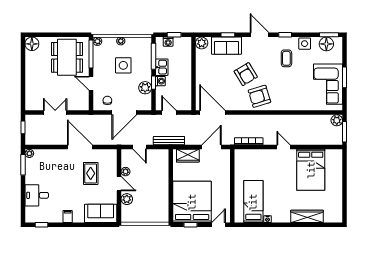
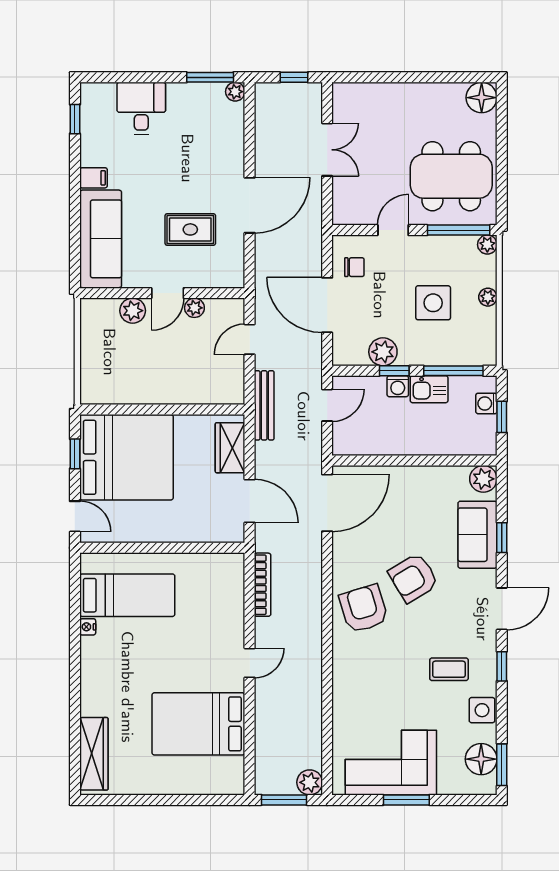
sofa: (101, 213) -> (101, 239), width x1.36
wardrobe: (307, 216) -> (94, 754), moved

